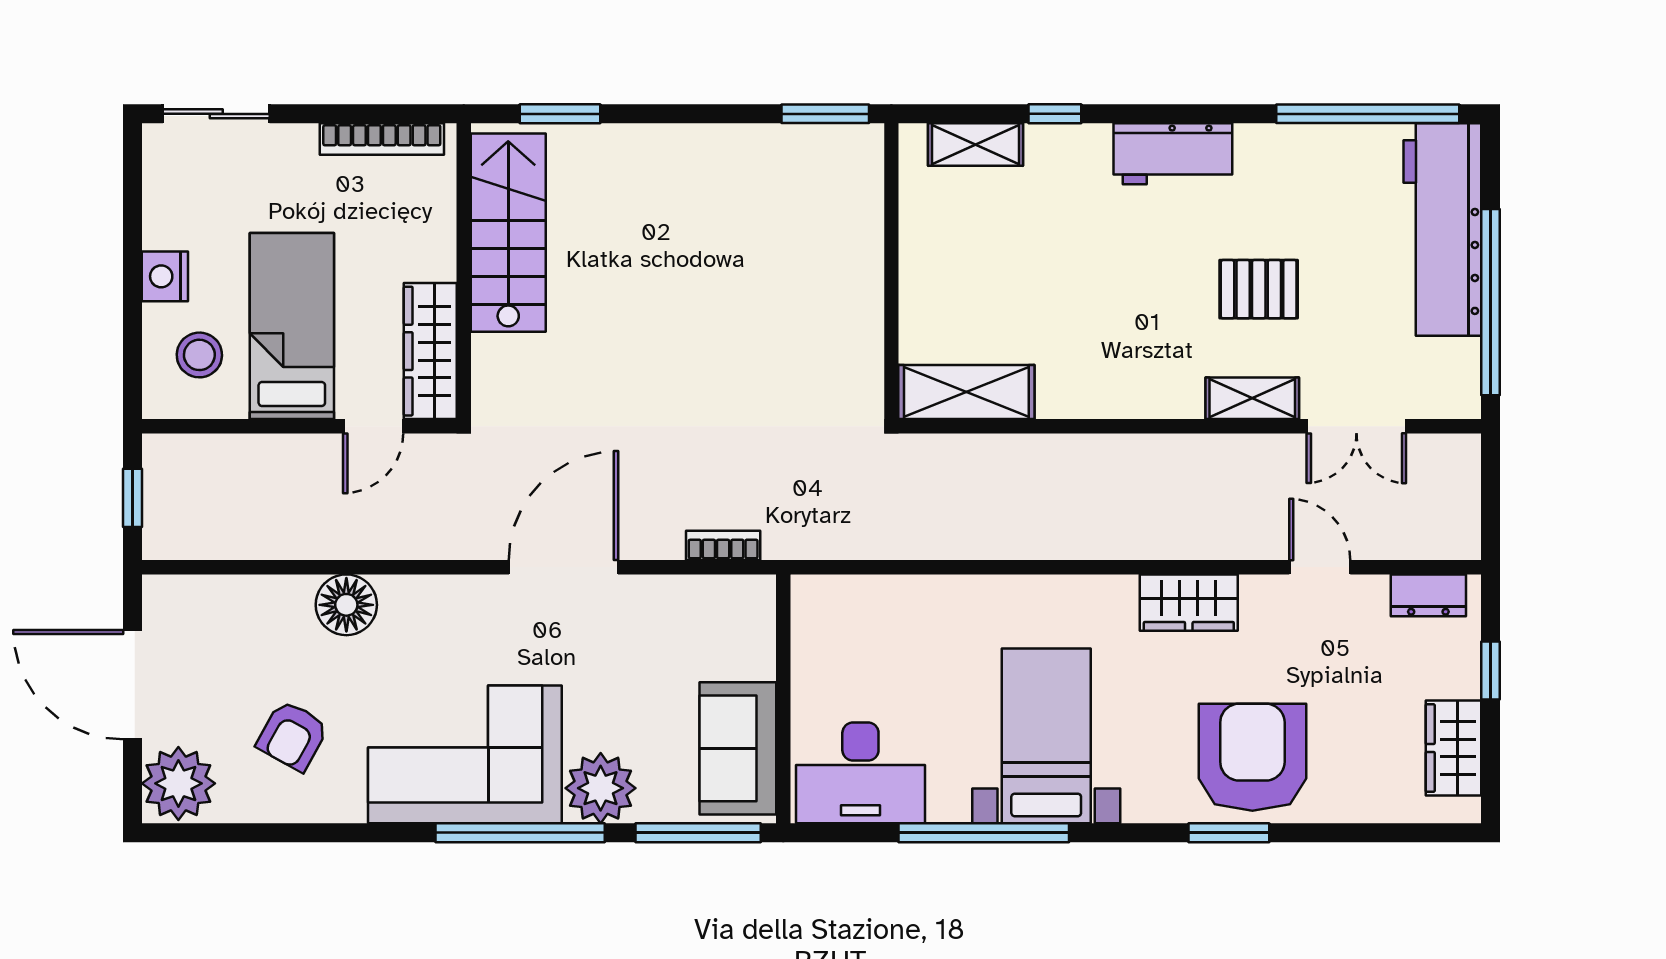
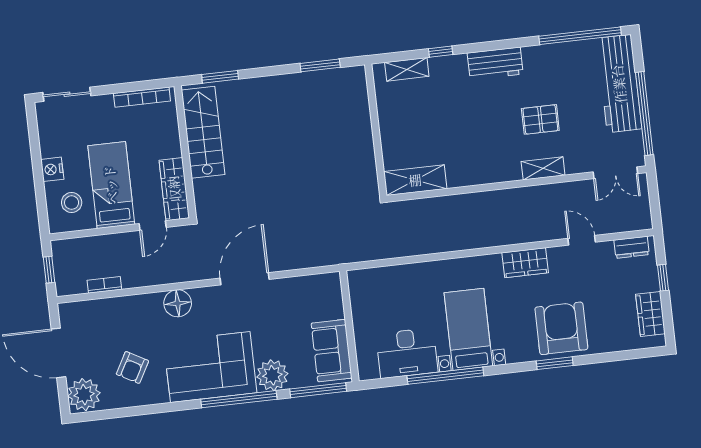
window: (825, 114) -> (320, 65), moved
double door: (1356, 426) -> (615, 173), moved
bookcase: (723, 545) -> (104, 285), moved
floor lamp: (346, 605) -> (178, 303), moved
desk: (860, 773) -> (407, 353), moved

